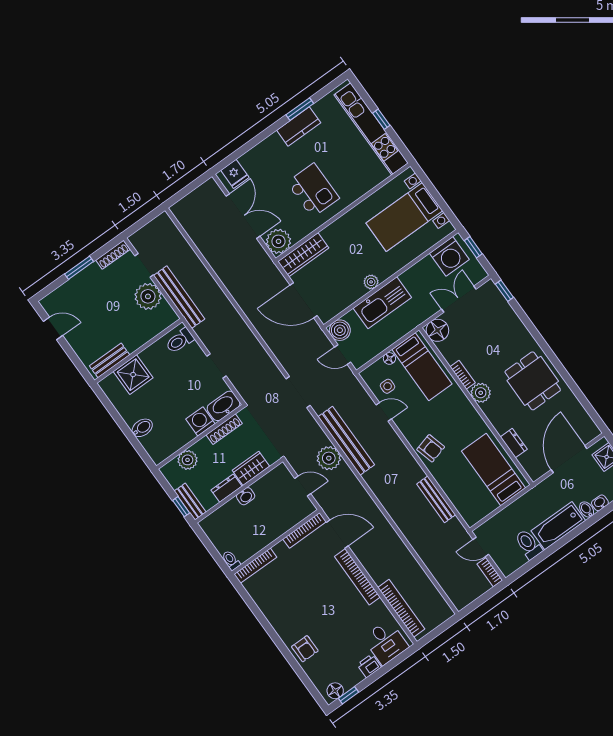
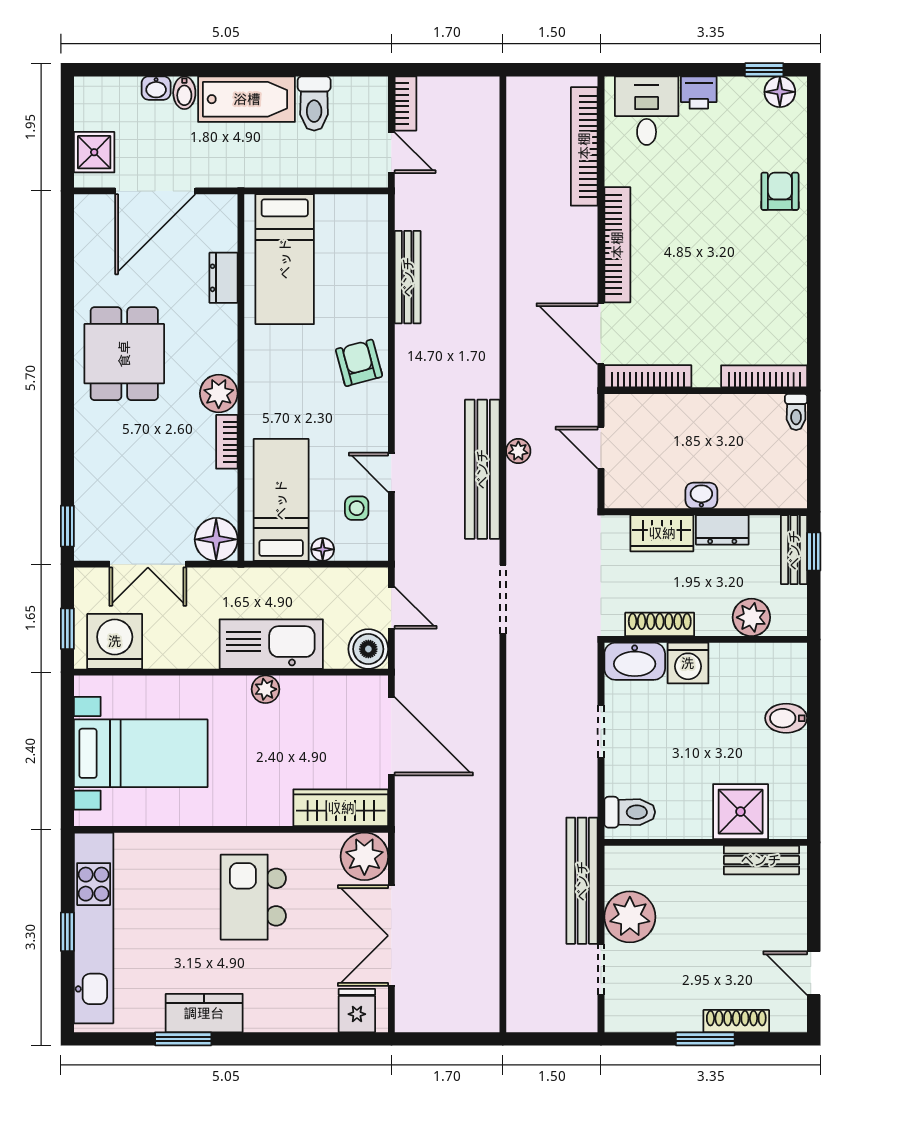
shoe rack: (113, 255) -> (736, 1021), moved
plant: (329, 458) -> (518, 451), width x0.53, depth x0.53

